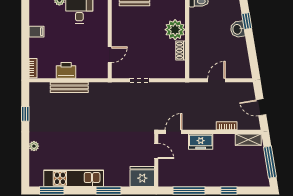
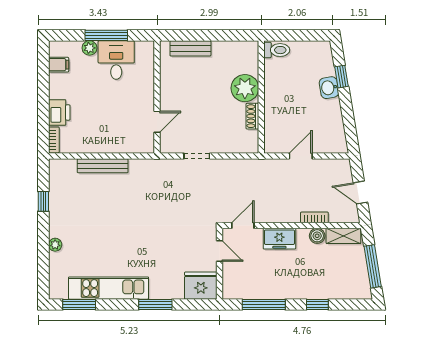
filing cabinet: (36, 32) -> (59, 65), moved
printer: (66, 70) -> (59, 112), moved, turned 90
boiler: (229, 140) -> (317, 236), added

